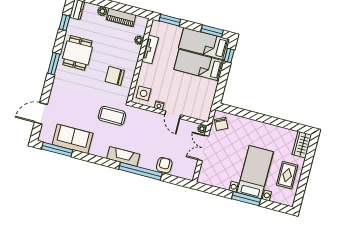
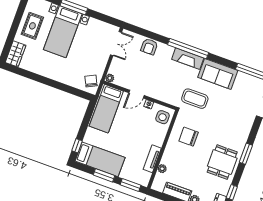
window: (212, 31) -> (104, 175), moved
bed: (199, 65) -> (106, 109), moved, turned 90
chair: (115, 76) -> (189, 137), turned 180
door: (173, 115) -> (136, 94), swing flipped
sofa: (73, 139) -> (218, 74), moved
double door: (203, 148) -> (116, 44), moved
window: (140, 171) -> (188, 49), moved

